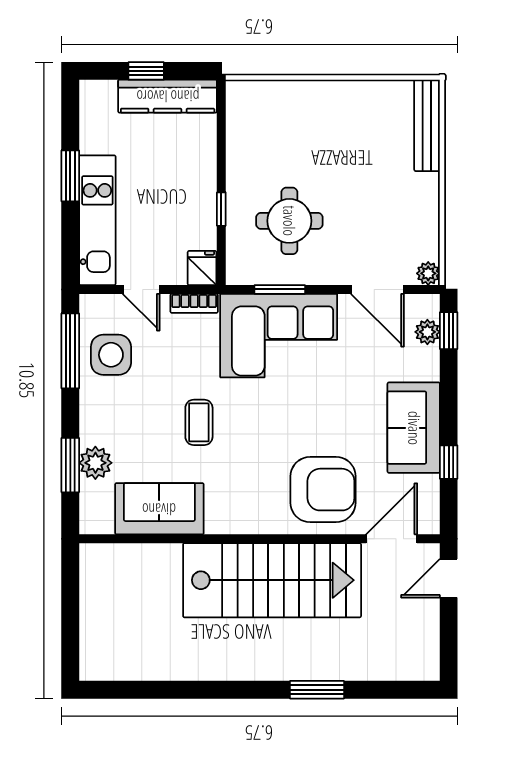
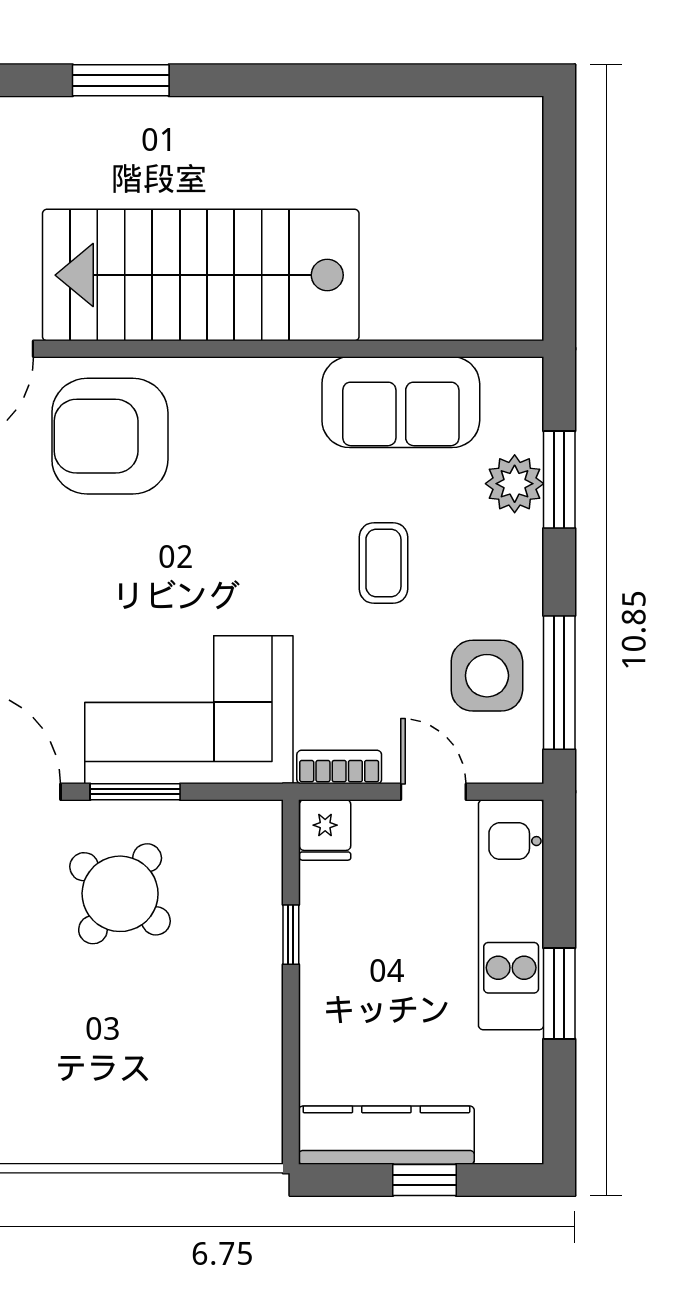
round table: (289, 221) -> (120, 894), moved, turned 37
window: (280, 289) -> (135, 792), moved
coffee table: (199, 422) -> (383, 563), moved

